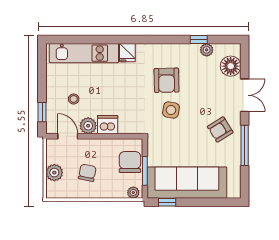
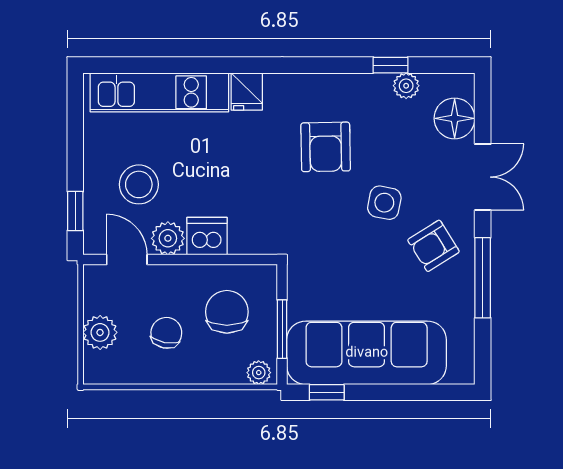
stool: (74, 99) -> (139, 184), width x1.89, depth x1.89
side table: (171, 110) -> (384, 203), moved
chair: (130, 162) -> (227, 312), moved

